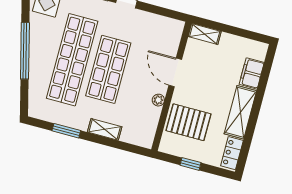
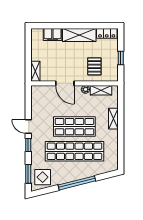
door: (175, 72) -> (65, 83), hinge flipped
shelving: (151, 122) -> (101, 90), added
pallet: (189, 122) -> (94, 66), width x0.67, depth x0.71
window: (66, 131) -> (121, 143), removed

